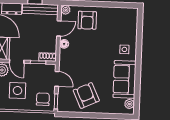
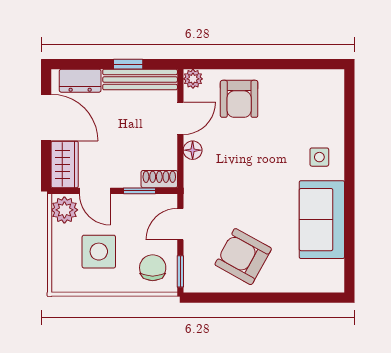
door: (57, 79) -> (180, 224), swing flipped
armchair: (86, 96) -> (243, 257), turned -36
plant: (129, 104) -> (334, 271), removed

